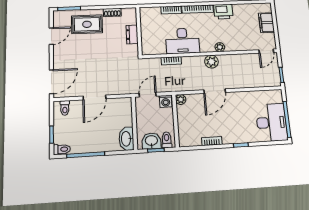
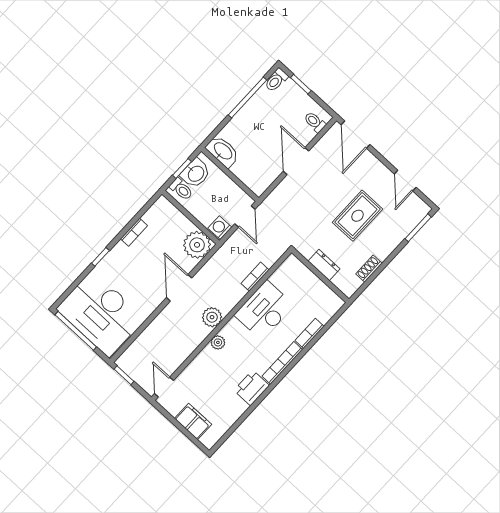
rug: (87, 24) -> (357, 216), moved
plant: (181, 100) -> (197, 245), width x1.88, depth x1.88
desk: (272, 122) -> (101, 314), width x1.36, depth x1.30

